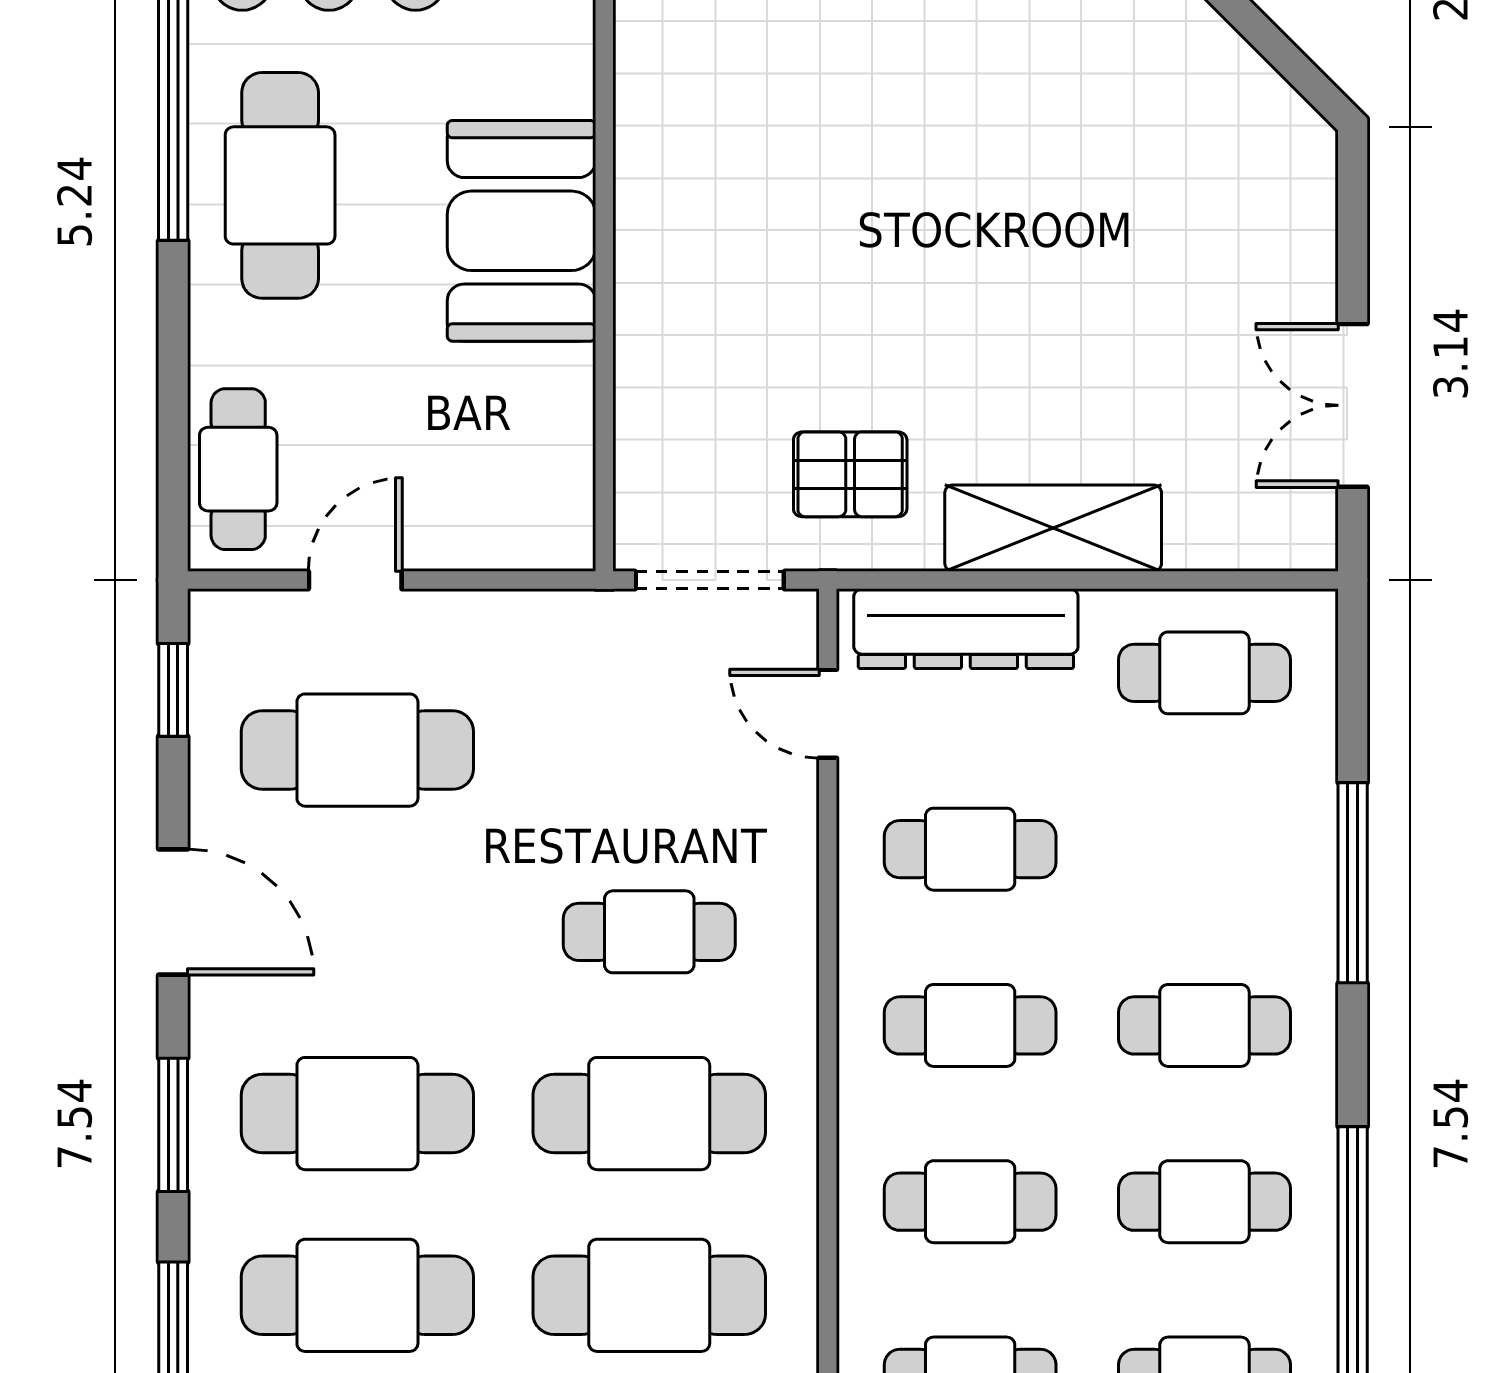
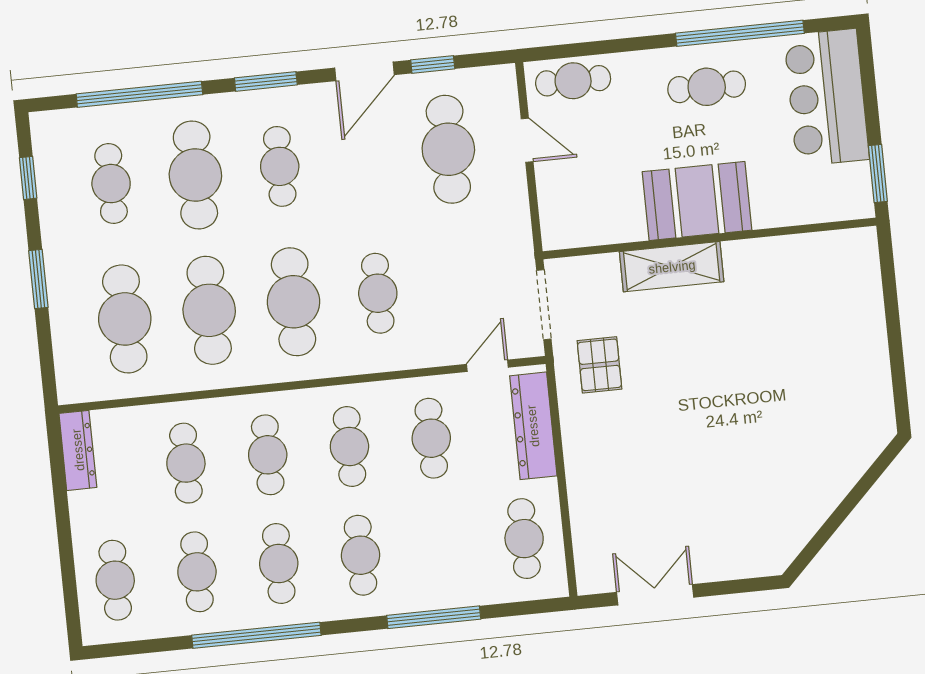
cafe table: (280, 185) -> (707, 87), width x0.73, depth x0.74
shelving: (1053, 528) -> (672, 267), moved, turned 90
window: (173, 690) -> (433, 64), moved
cafe table: (357, 1114) -> (280, 166), width x0.73, depth x0.74

